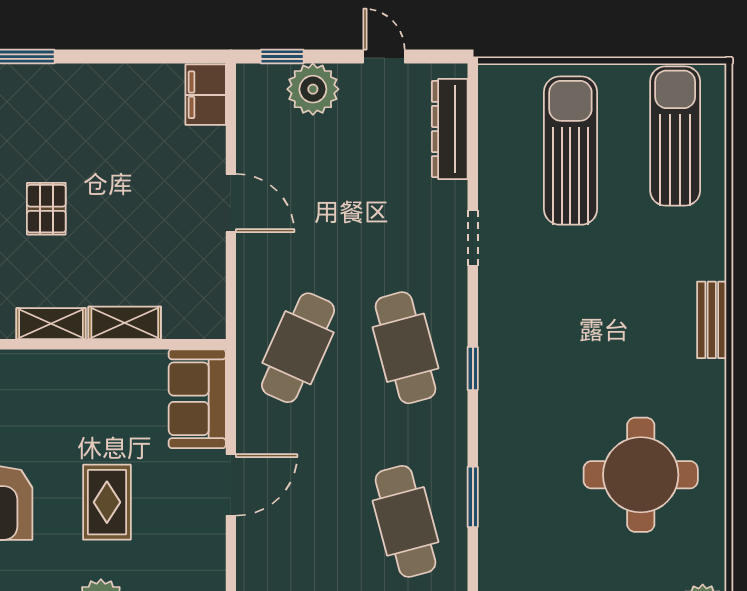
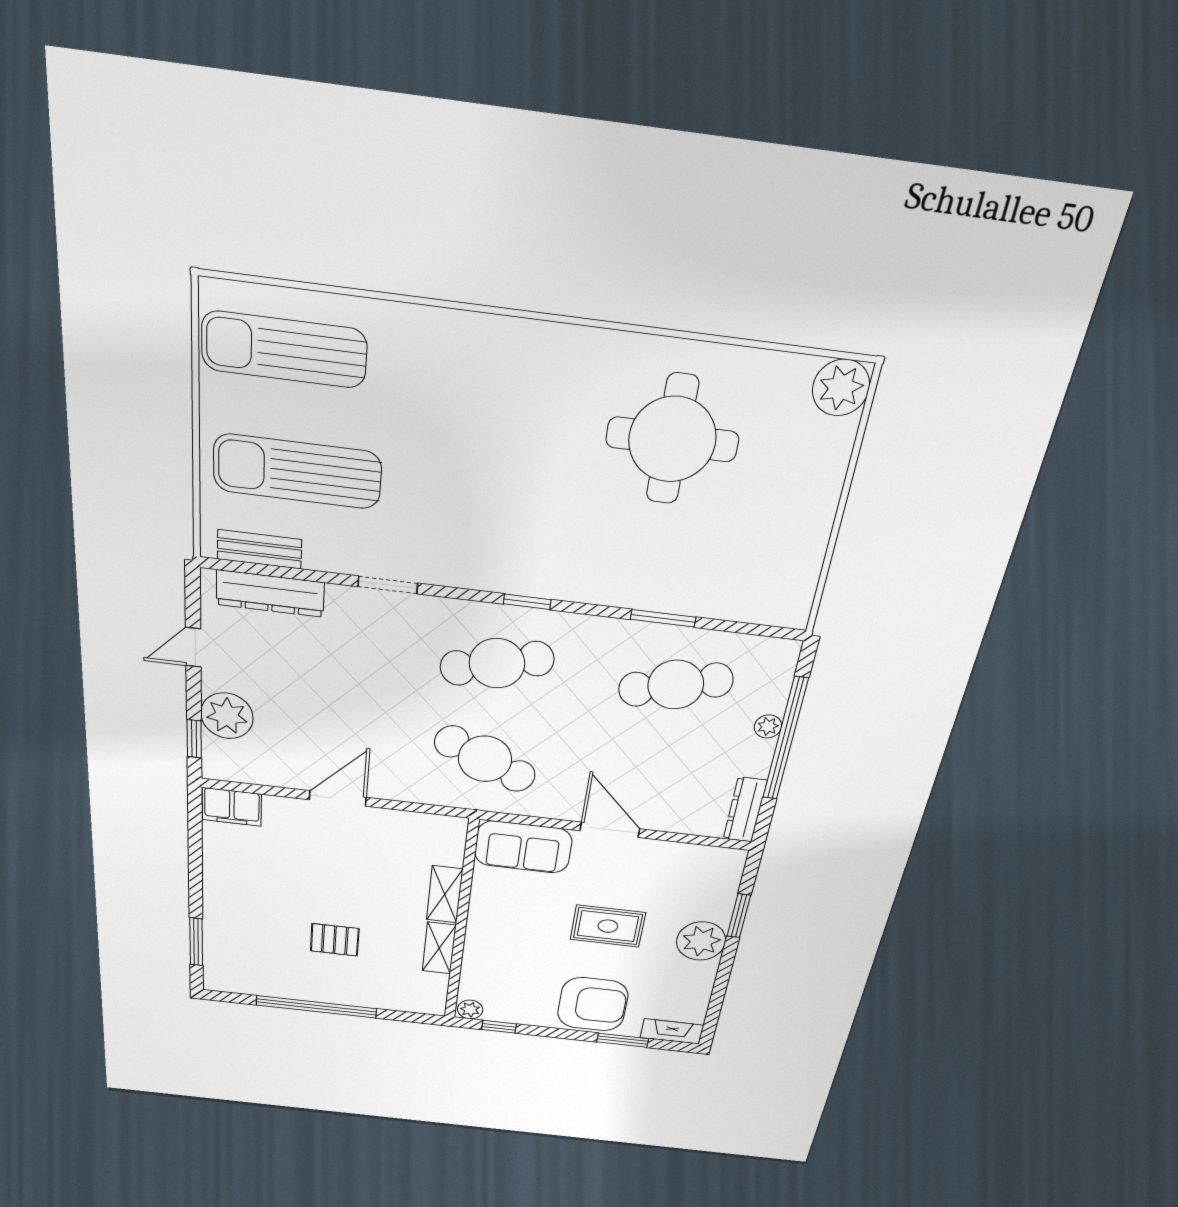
bench: (712, 320) -> (260, 549), moved

